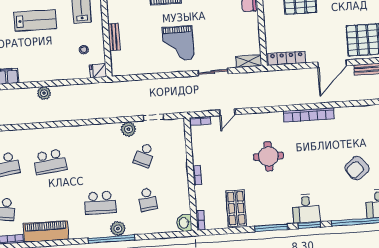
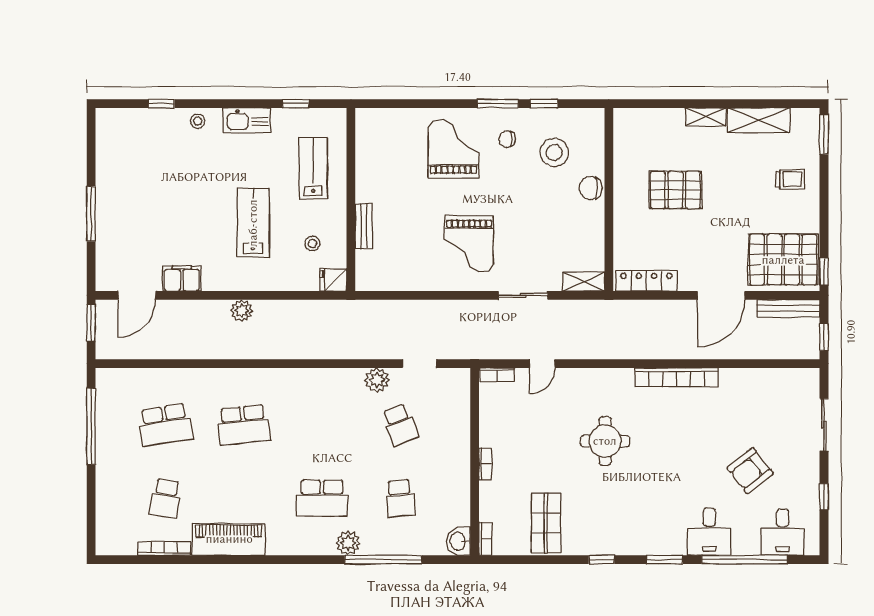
lab bench: (35, 20) -> (253, 223), moved, turned -90
school desk: (144, 155) -> (400, 425), turned -45
desk: (306, 209) -> (709, 532), moved
window: (271, 228) -> (601, 560), width x0.46
window: (112, 239) -> (383, 560), moved

